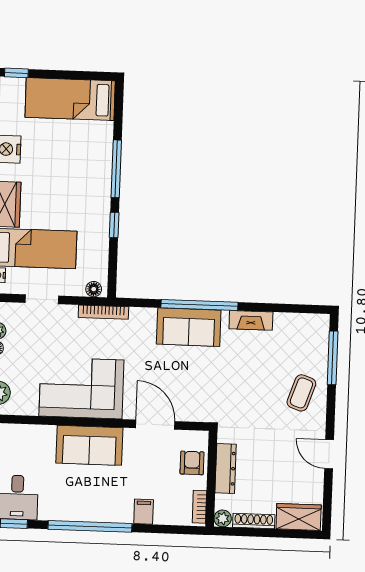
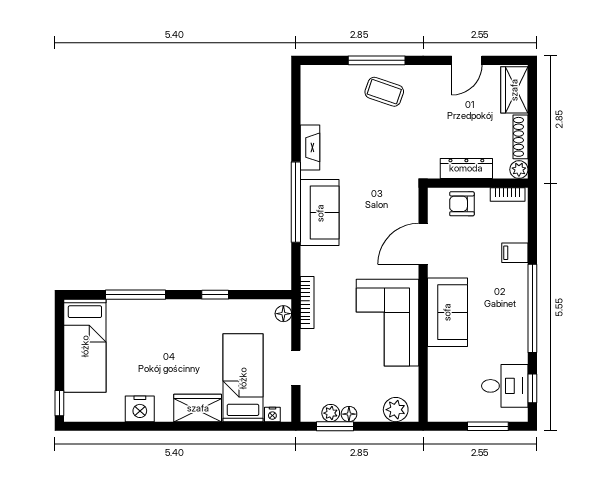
window: (116, 169) -> (136, 295), moved
window: (333, 358) -> (377, 60), moved
door: (329, 454) -> (467, 60), moved

